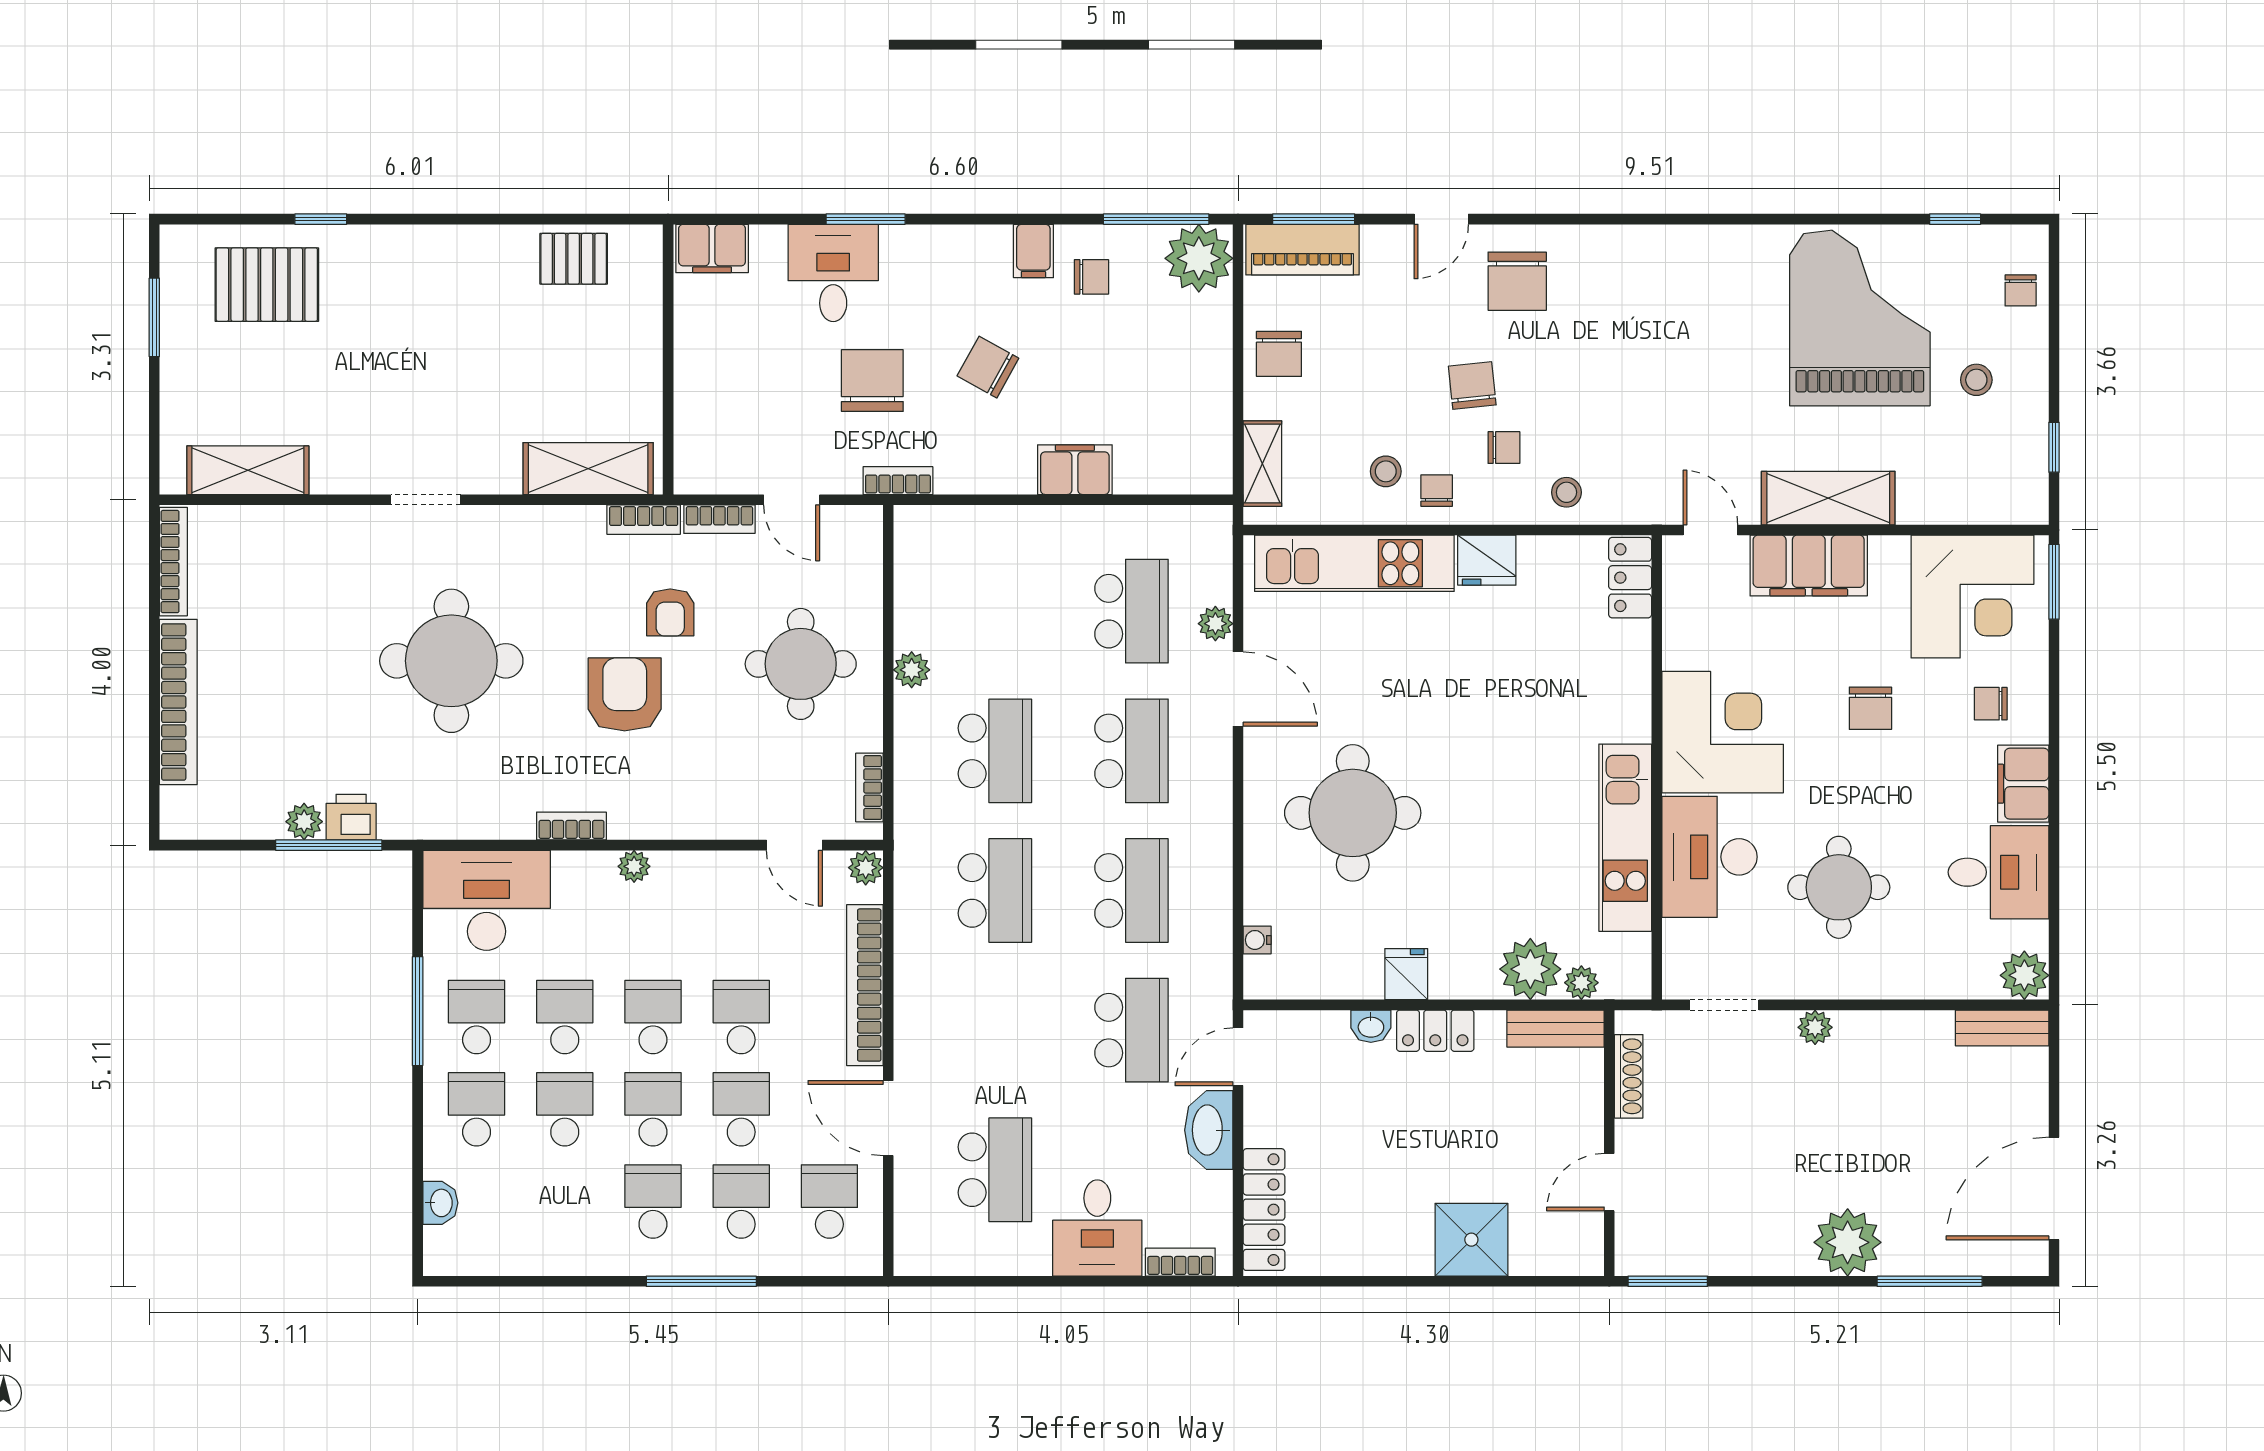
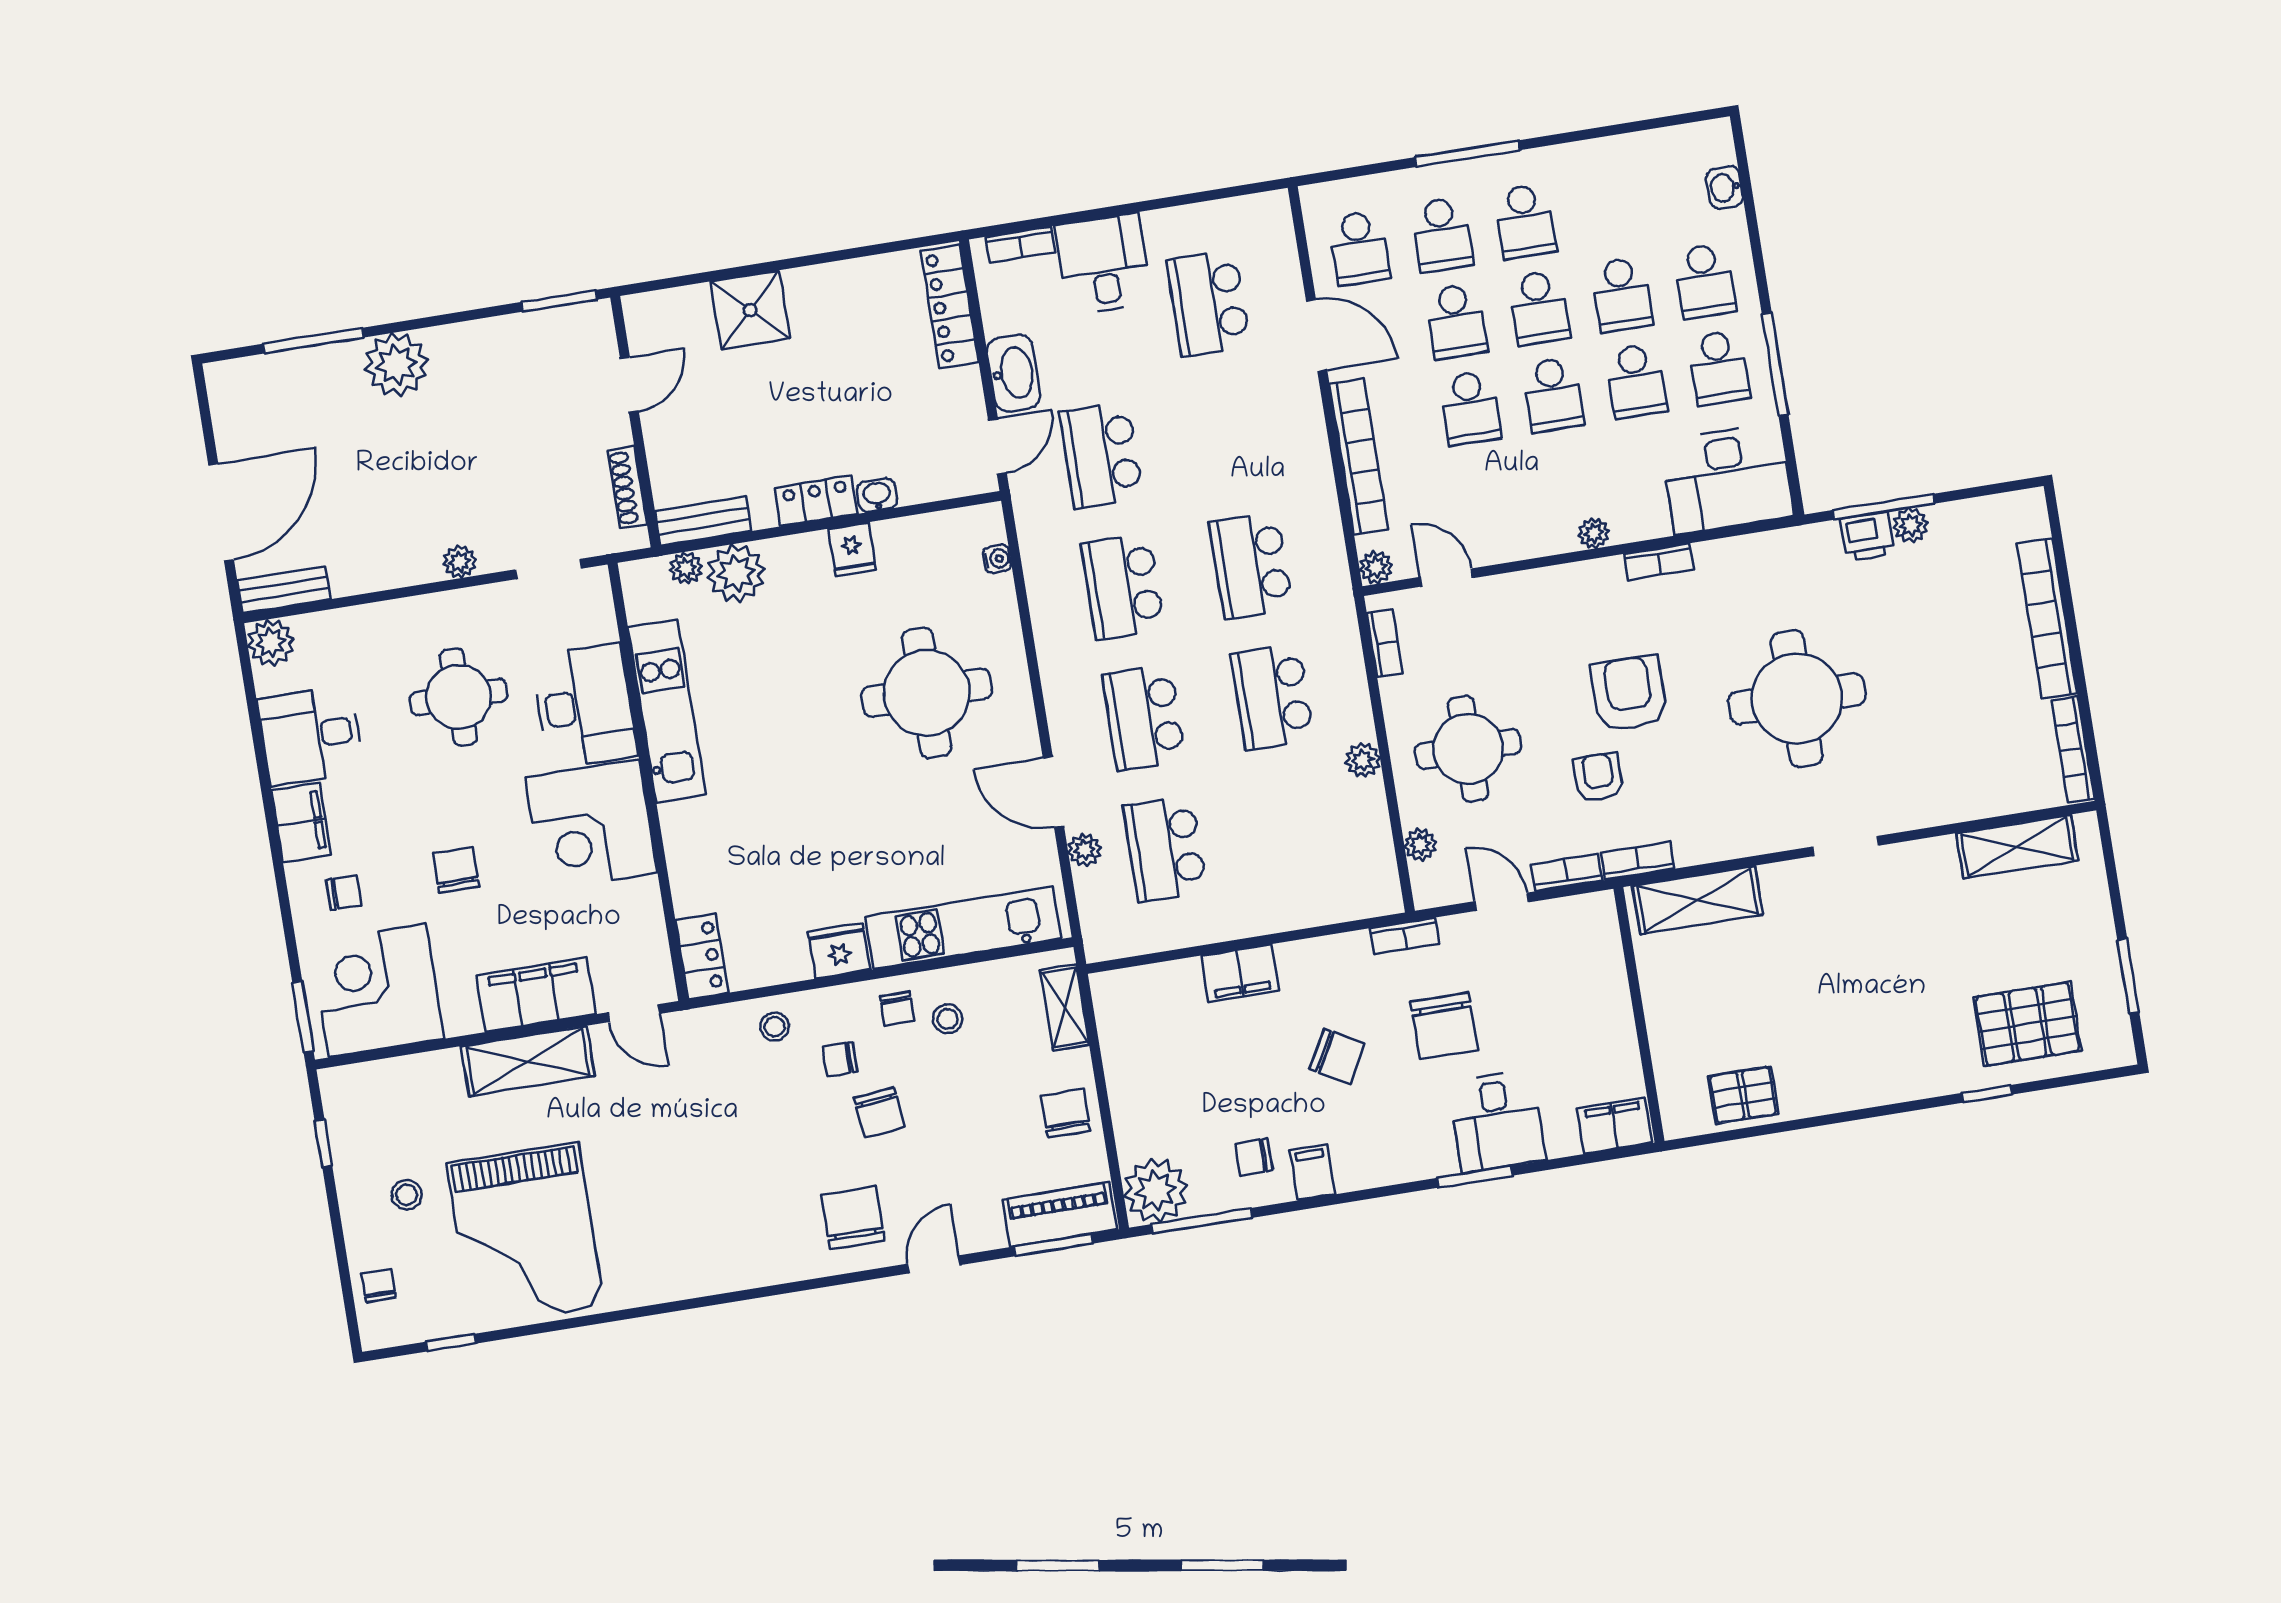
plant: (866, 573) -> (1420, 844), added
armchair: (625, 694) -> (1629, 693), turned 180
door: (2054, 1188) -> (221, 512), moved

